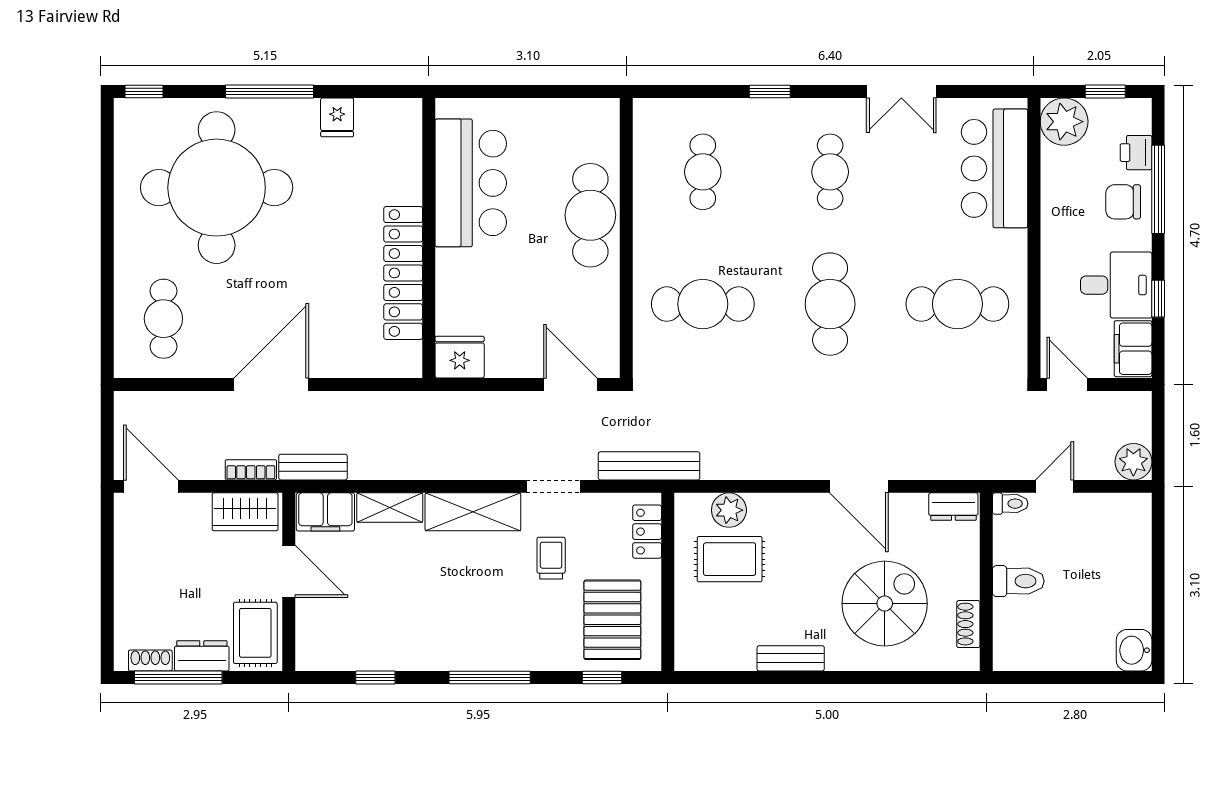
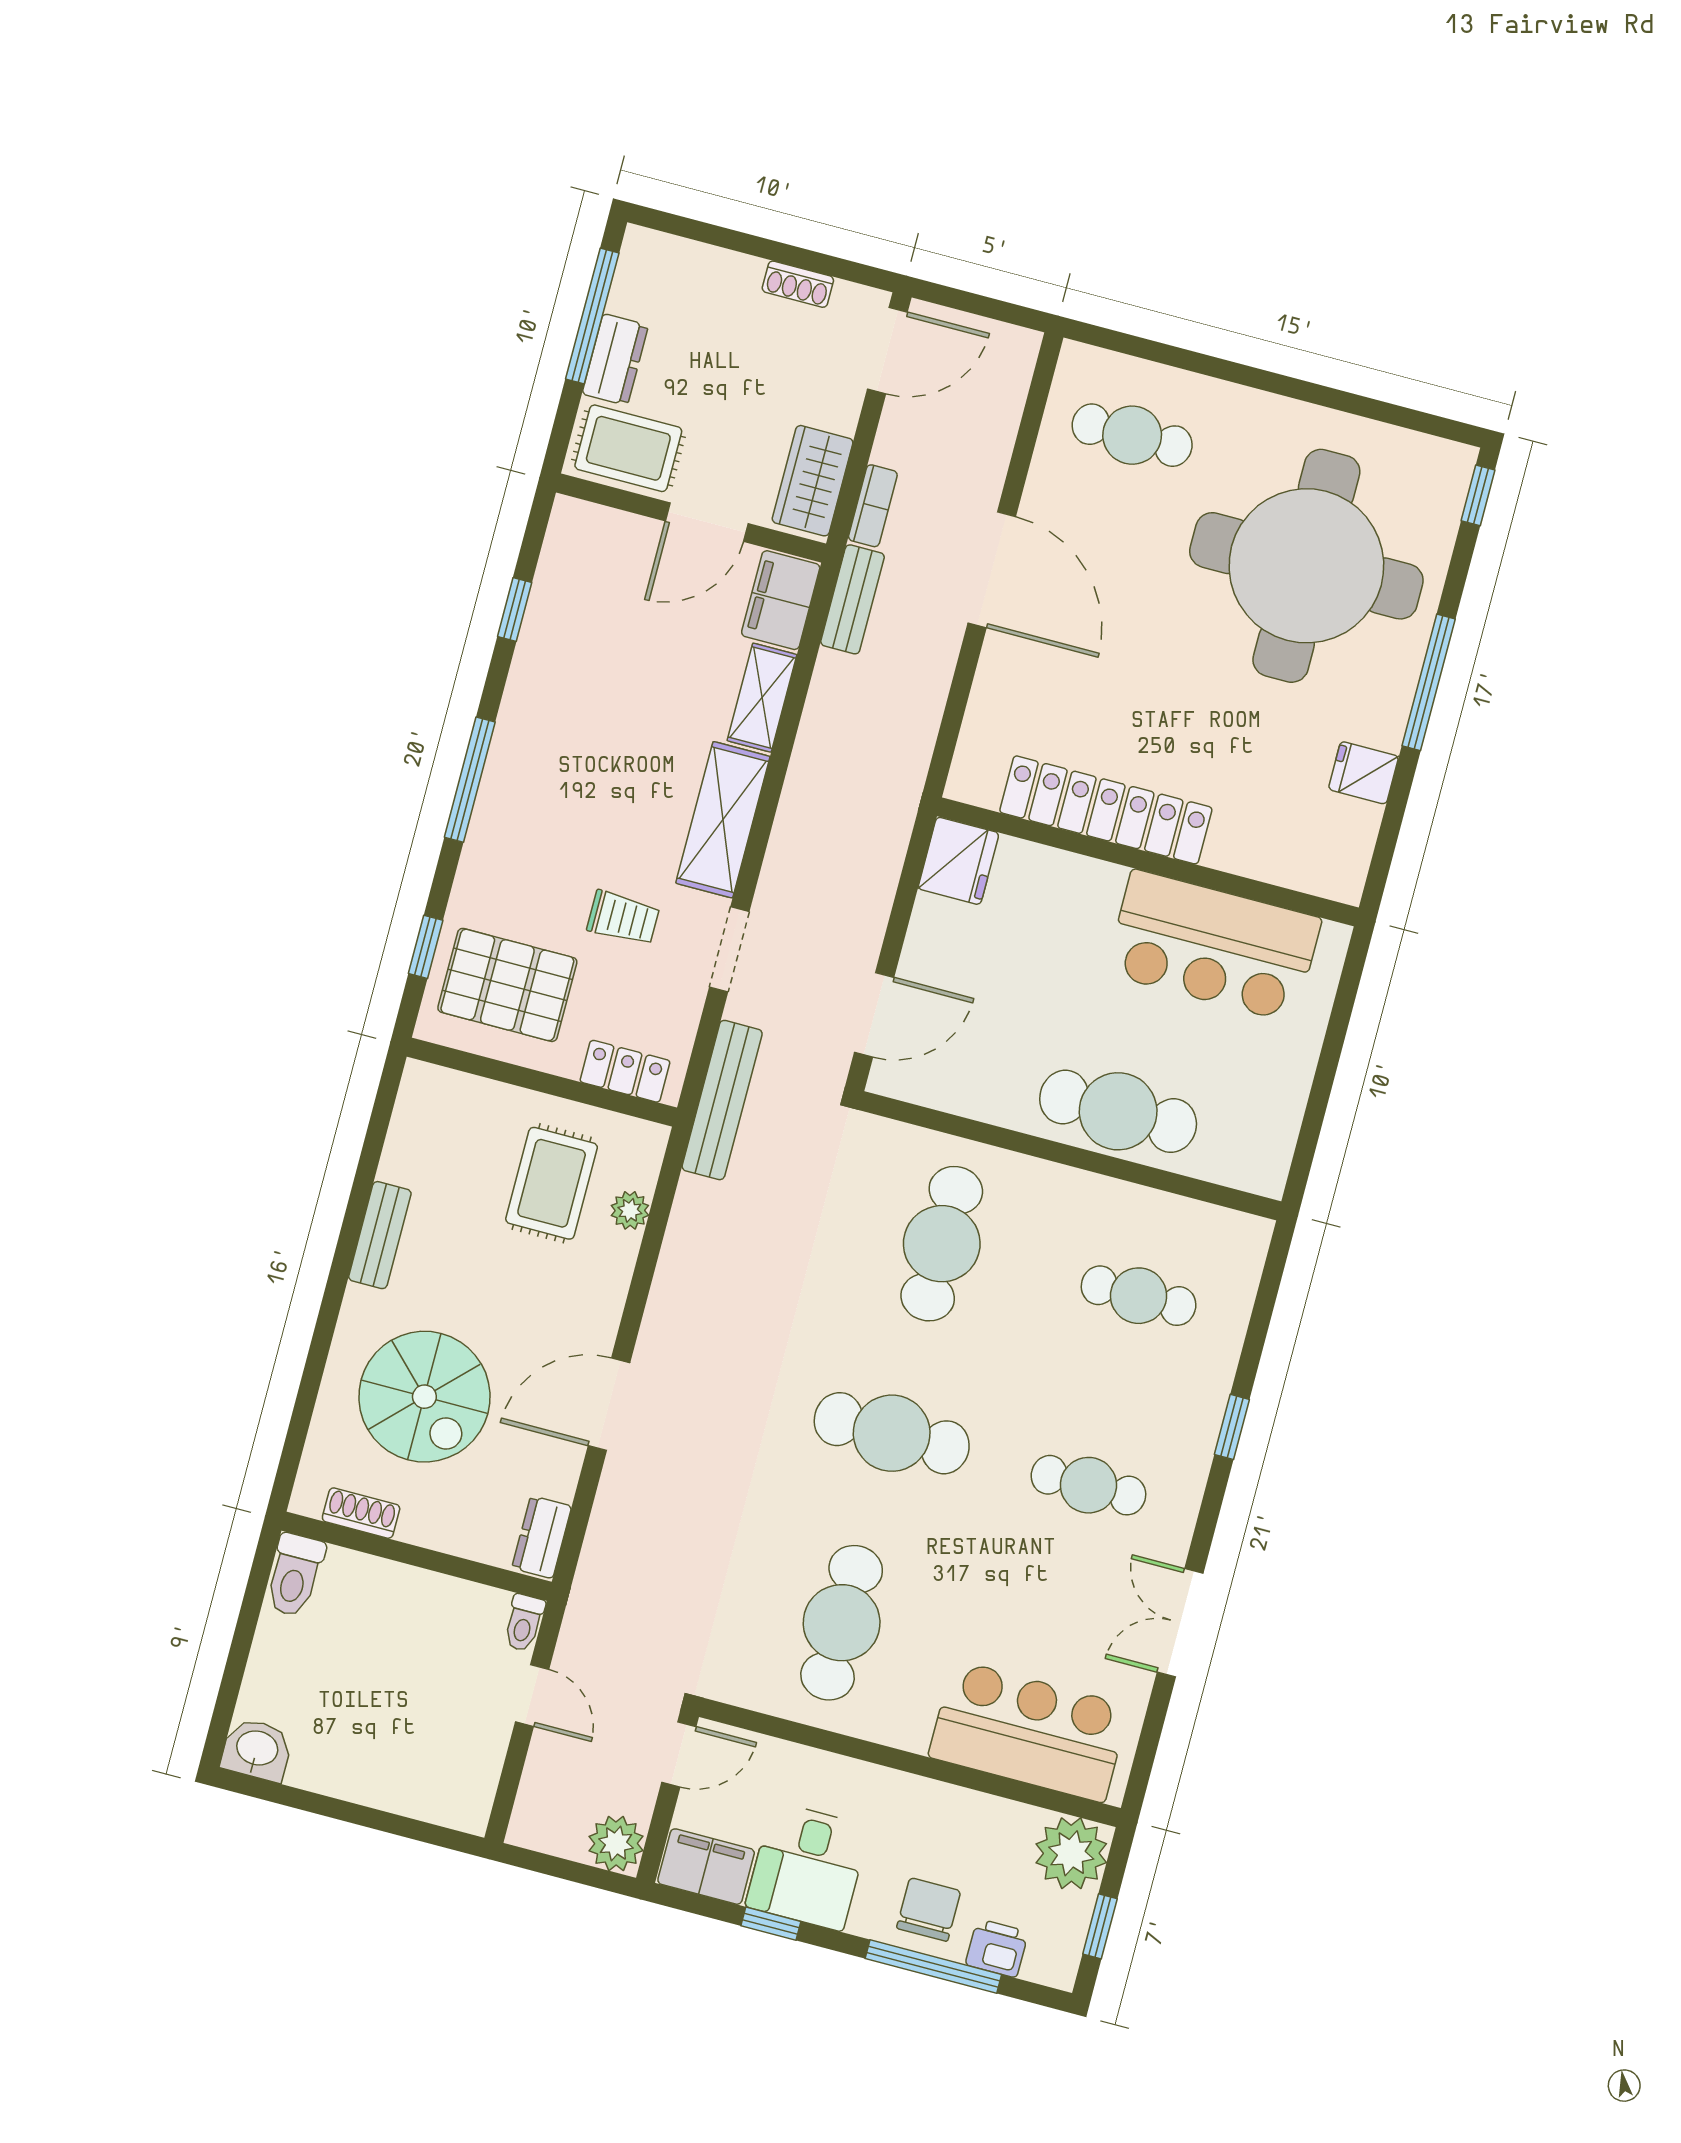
plant: (1133, 462) -> (616, 1843), moved
plant: (729, 510) -> (630, 1210), width x0.73, depth x0.73
toilet: (1018, 581) -> (295, 1575), moved
shoe rack: (150, 661) -> (798, 284), moved, turned 90

